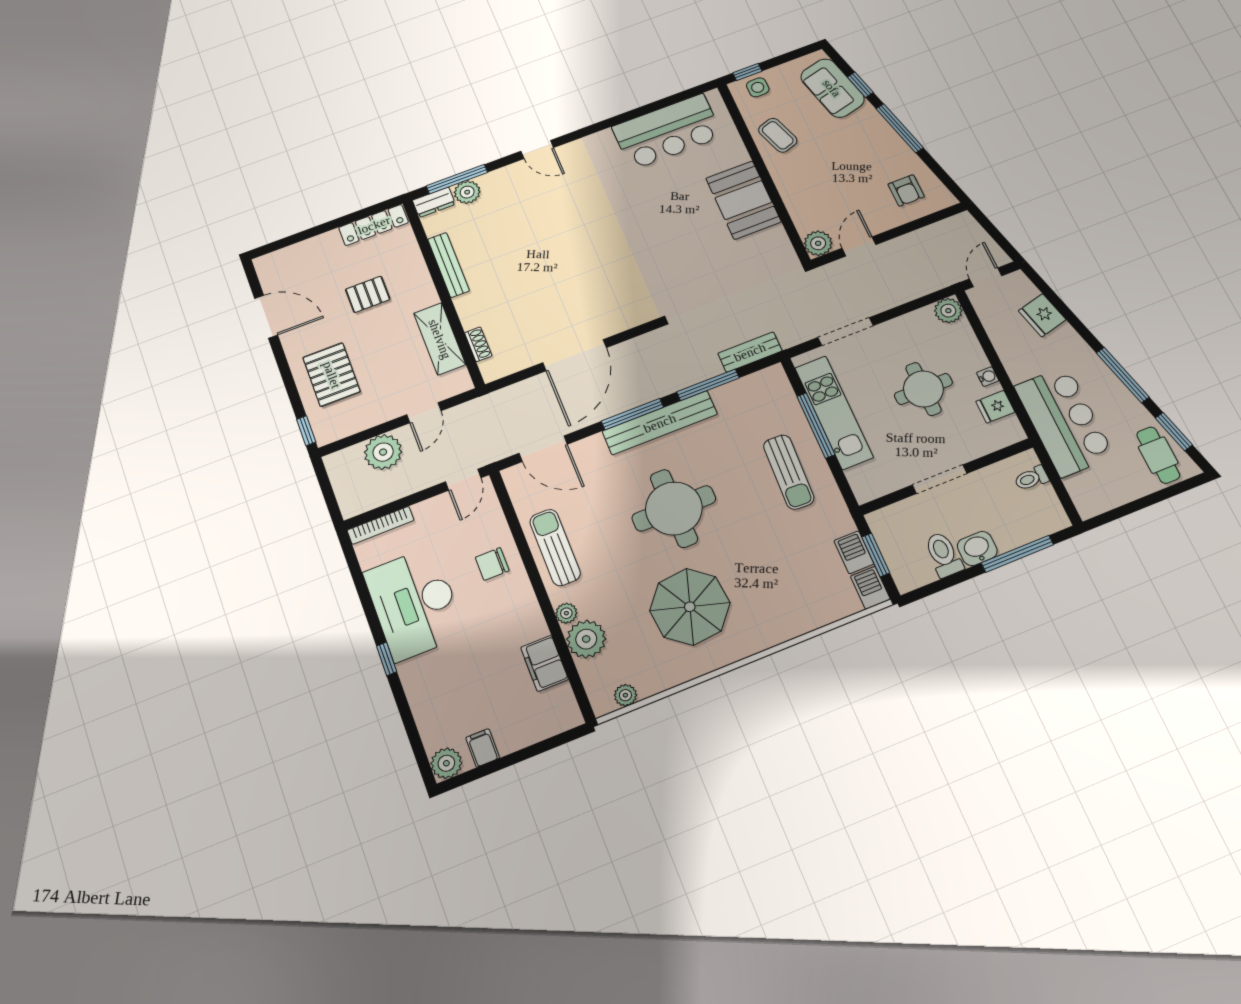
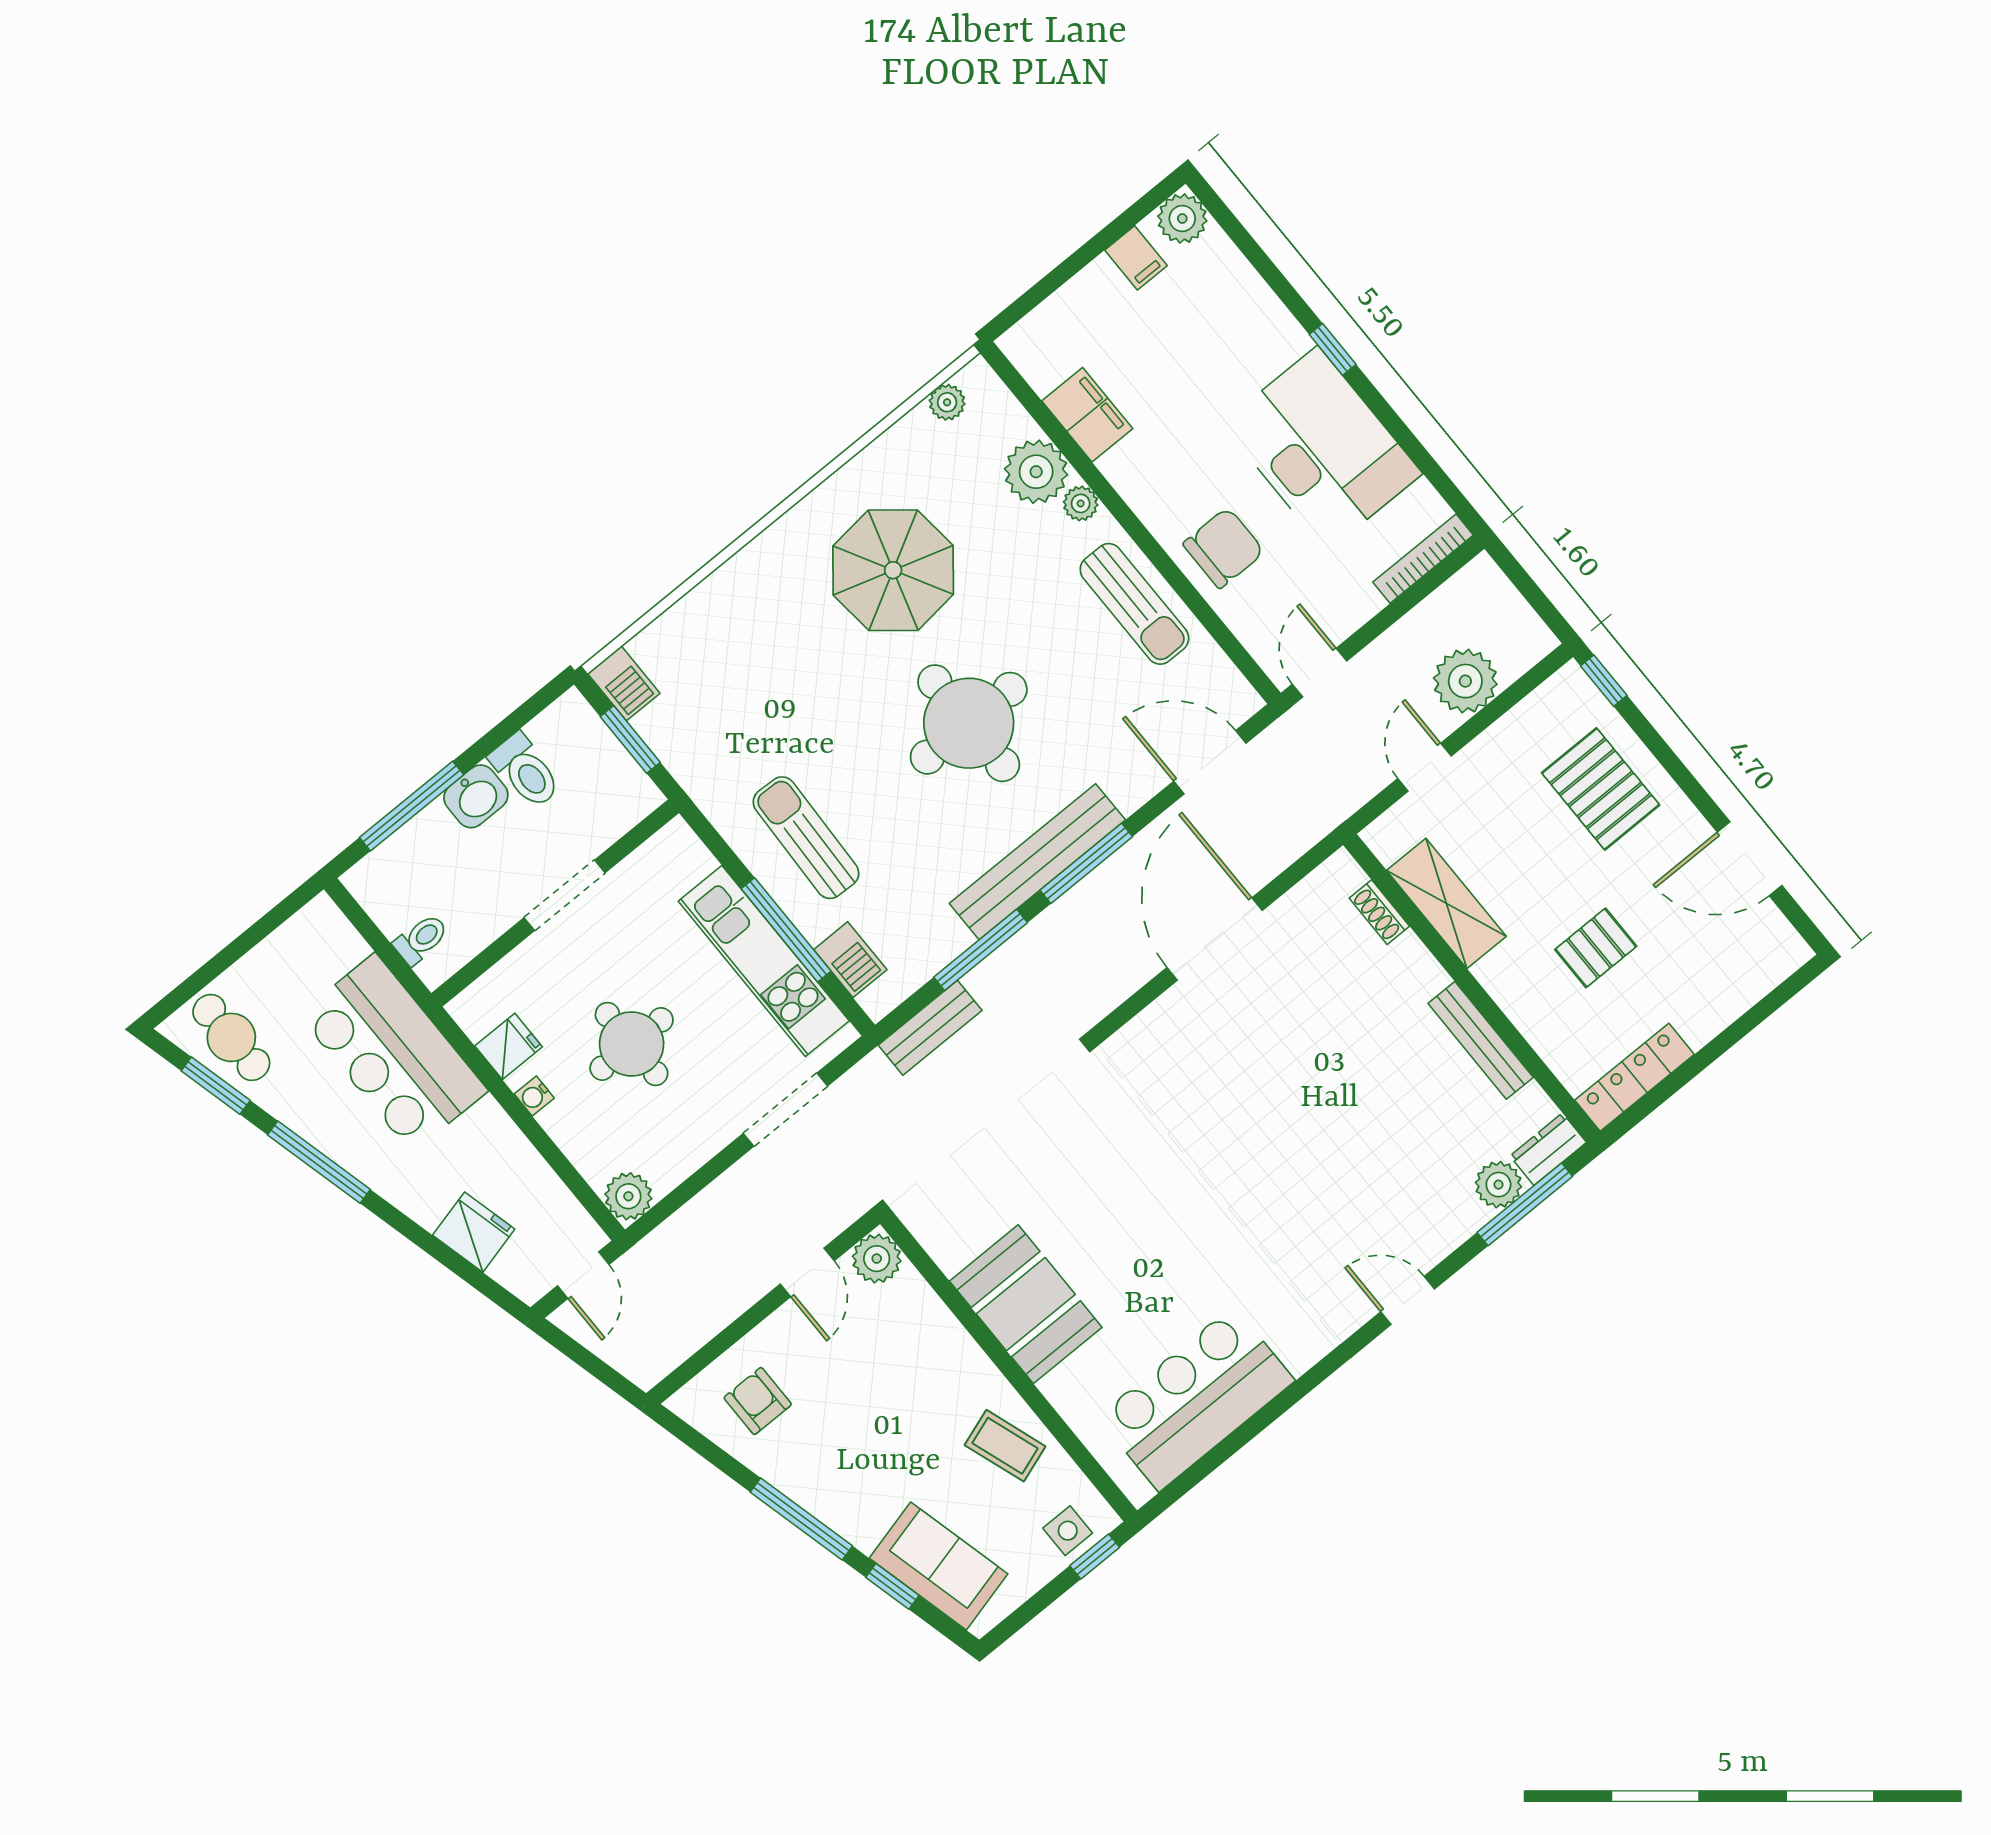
barbecue: (854, 552) -> (850, 960), moved
chair: (492, 564) -> (1224, 548), width x1.37, depth x1.37

